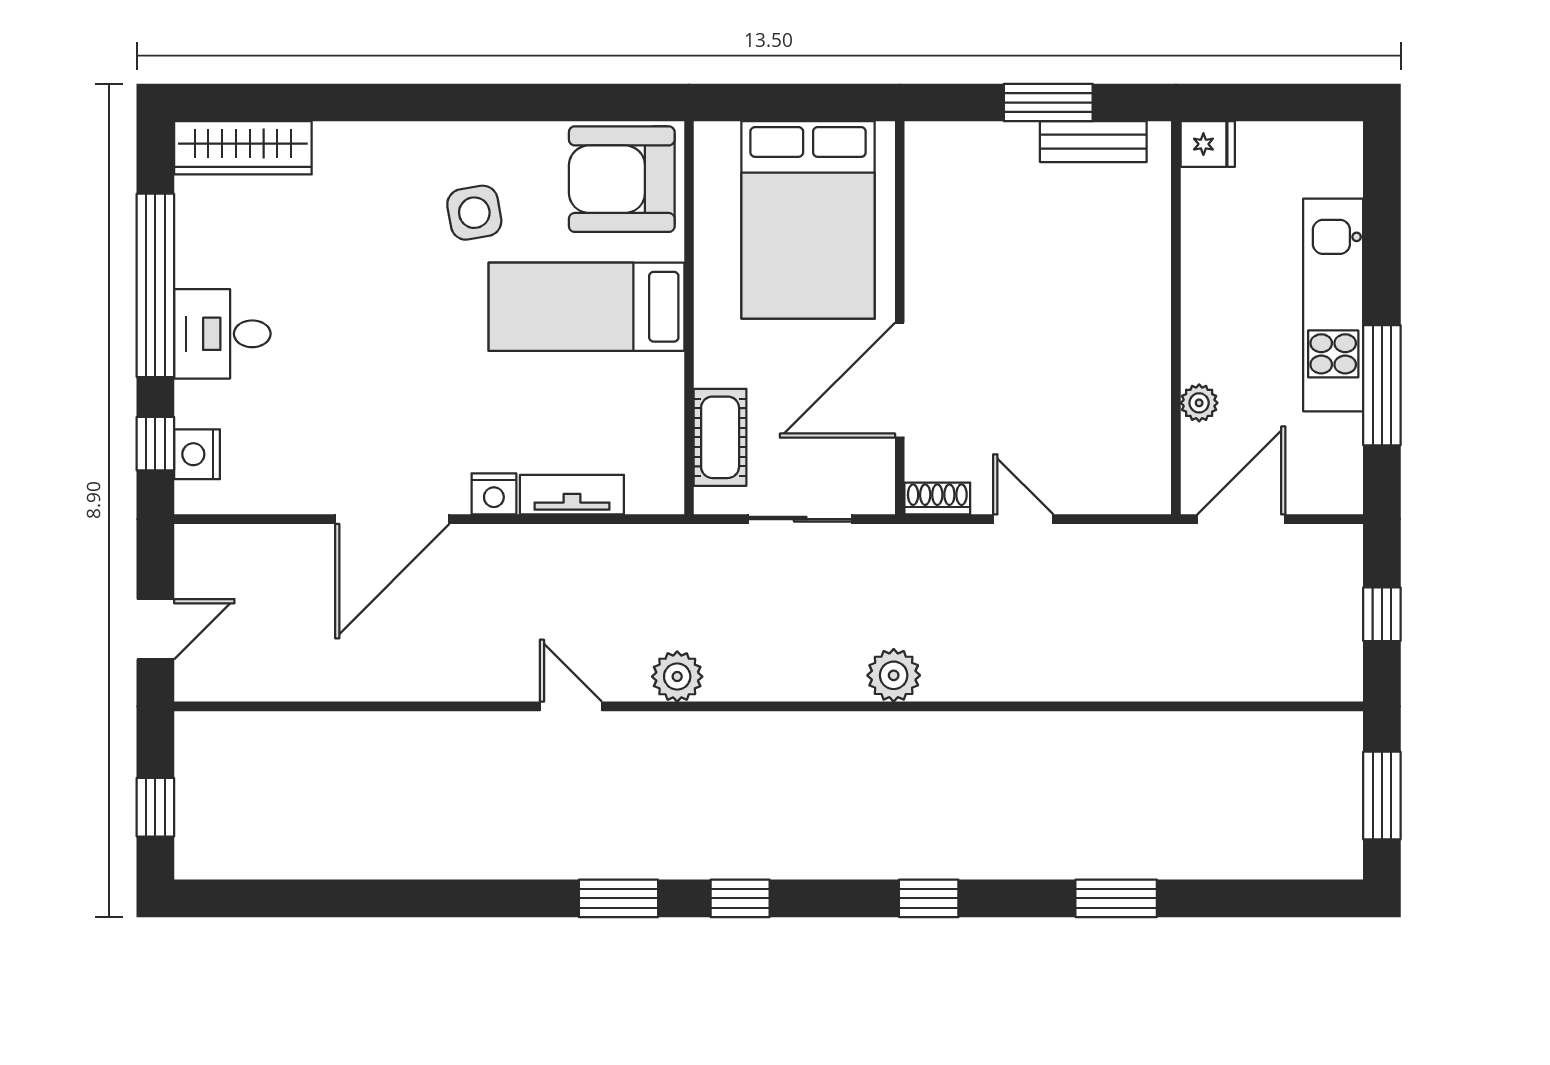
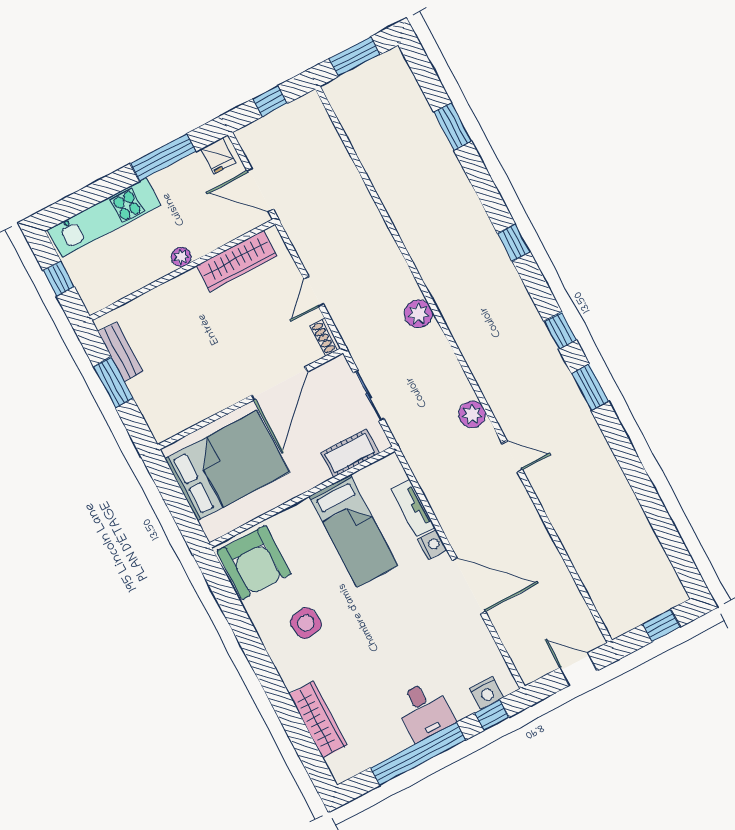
window: (1271, 103) -> (59, 279), added
fridge: (1208, 144) -> (218, 156), moved, turned 180
wardrobe: (243, 148) -> (318, 720), moved
kitchen unit: (1333, 305) -> (104, 218), moved
bed: (586, 307) -> (353, 531), moved
door: (900, 380) -> (279, 384), hinge flipped
plant: (1199, 403) -> (181, 257), moved
wardrobe: (1143, 418) -> (237, 261), added
door: (571, 706) -> (512, 457), swing flipped
window: (1116, 898) -> (452, 126), moved

